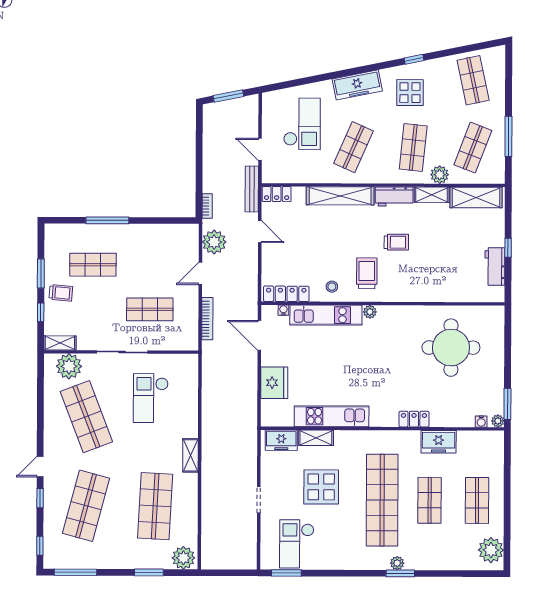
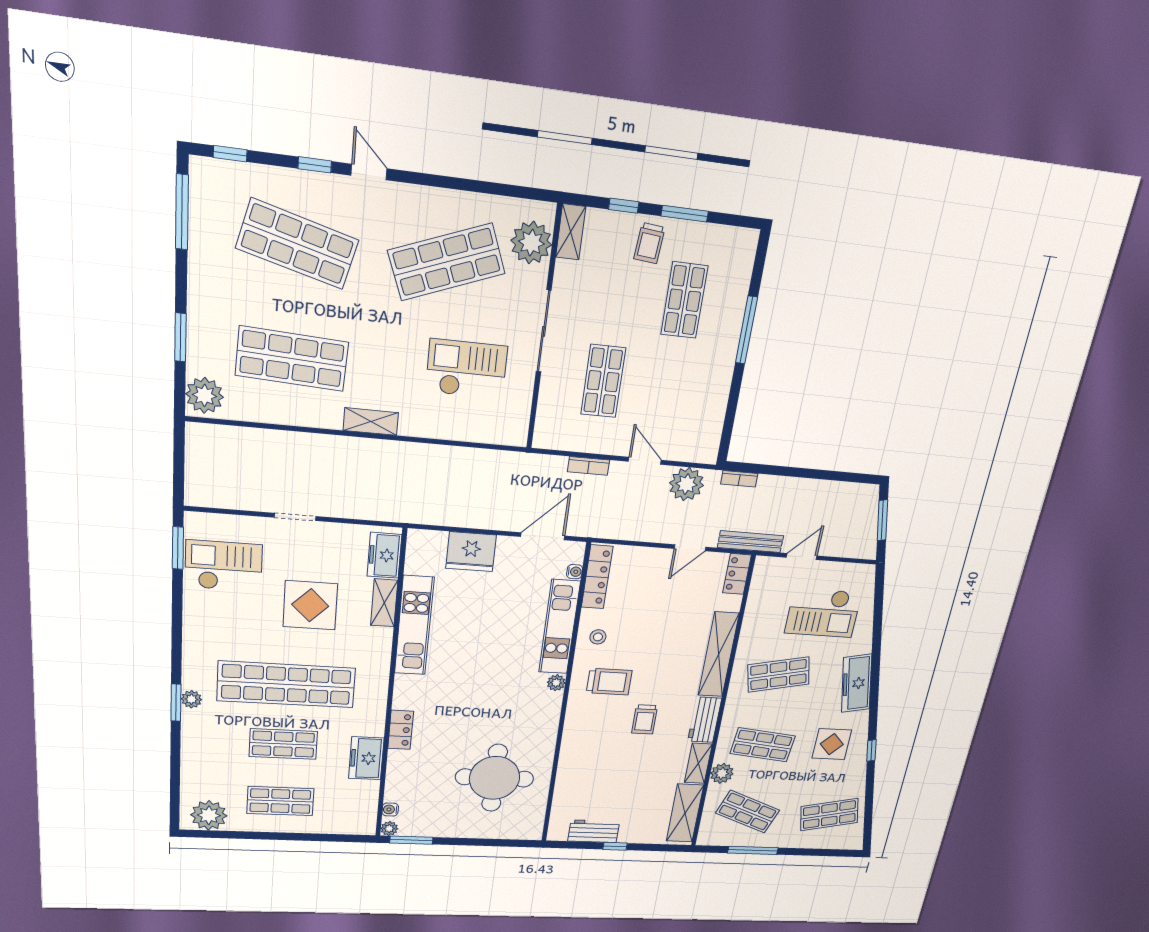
shop shelf: (354, 147) -> (779, 675), turned -36
bookcase: (207, 319) -> (589, 466), width x0.64

